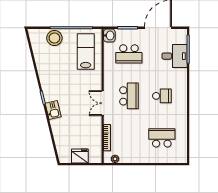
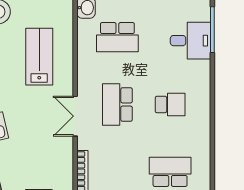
lab bench: (86, 52) -> (39, 57), moved
school desk: (129, 96) -> (117, 104), turned 180

